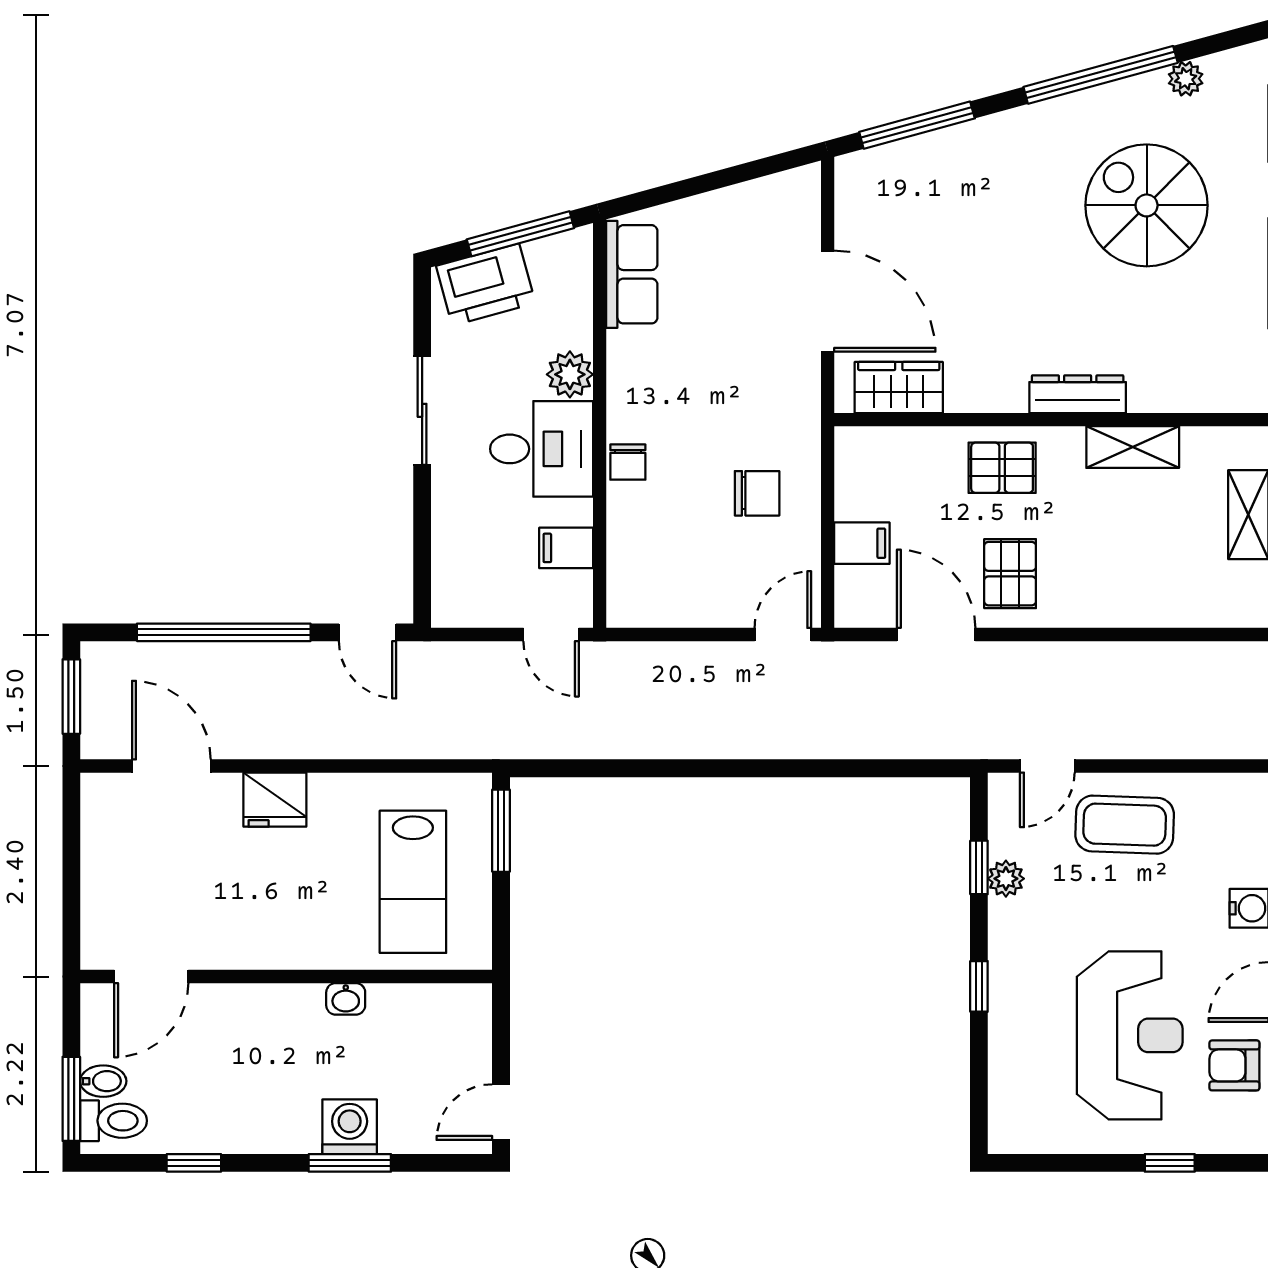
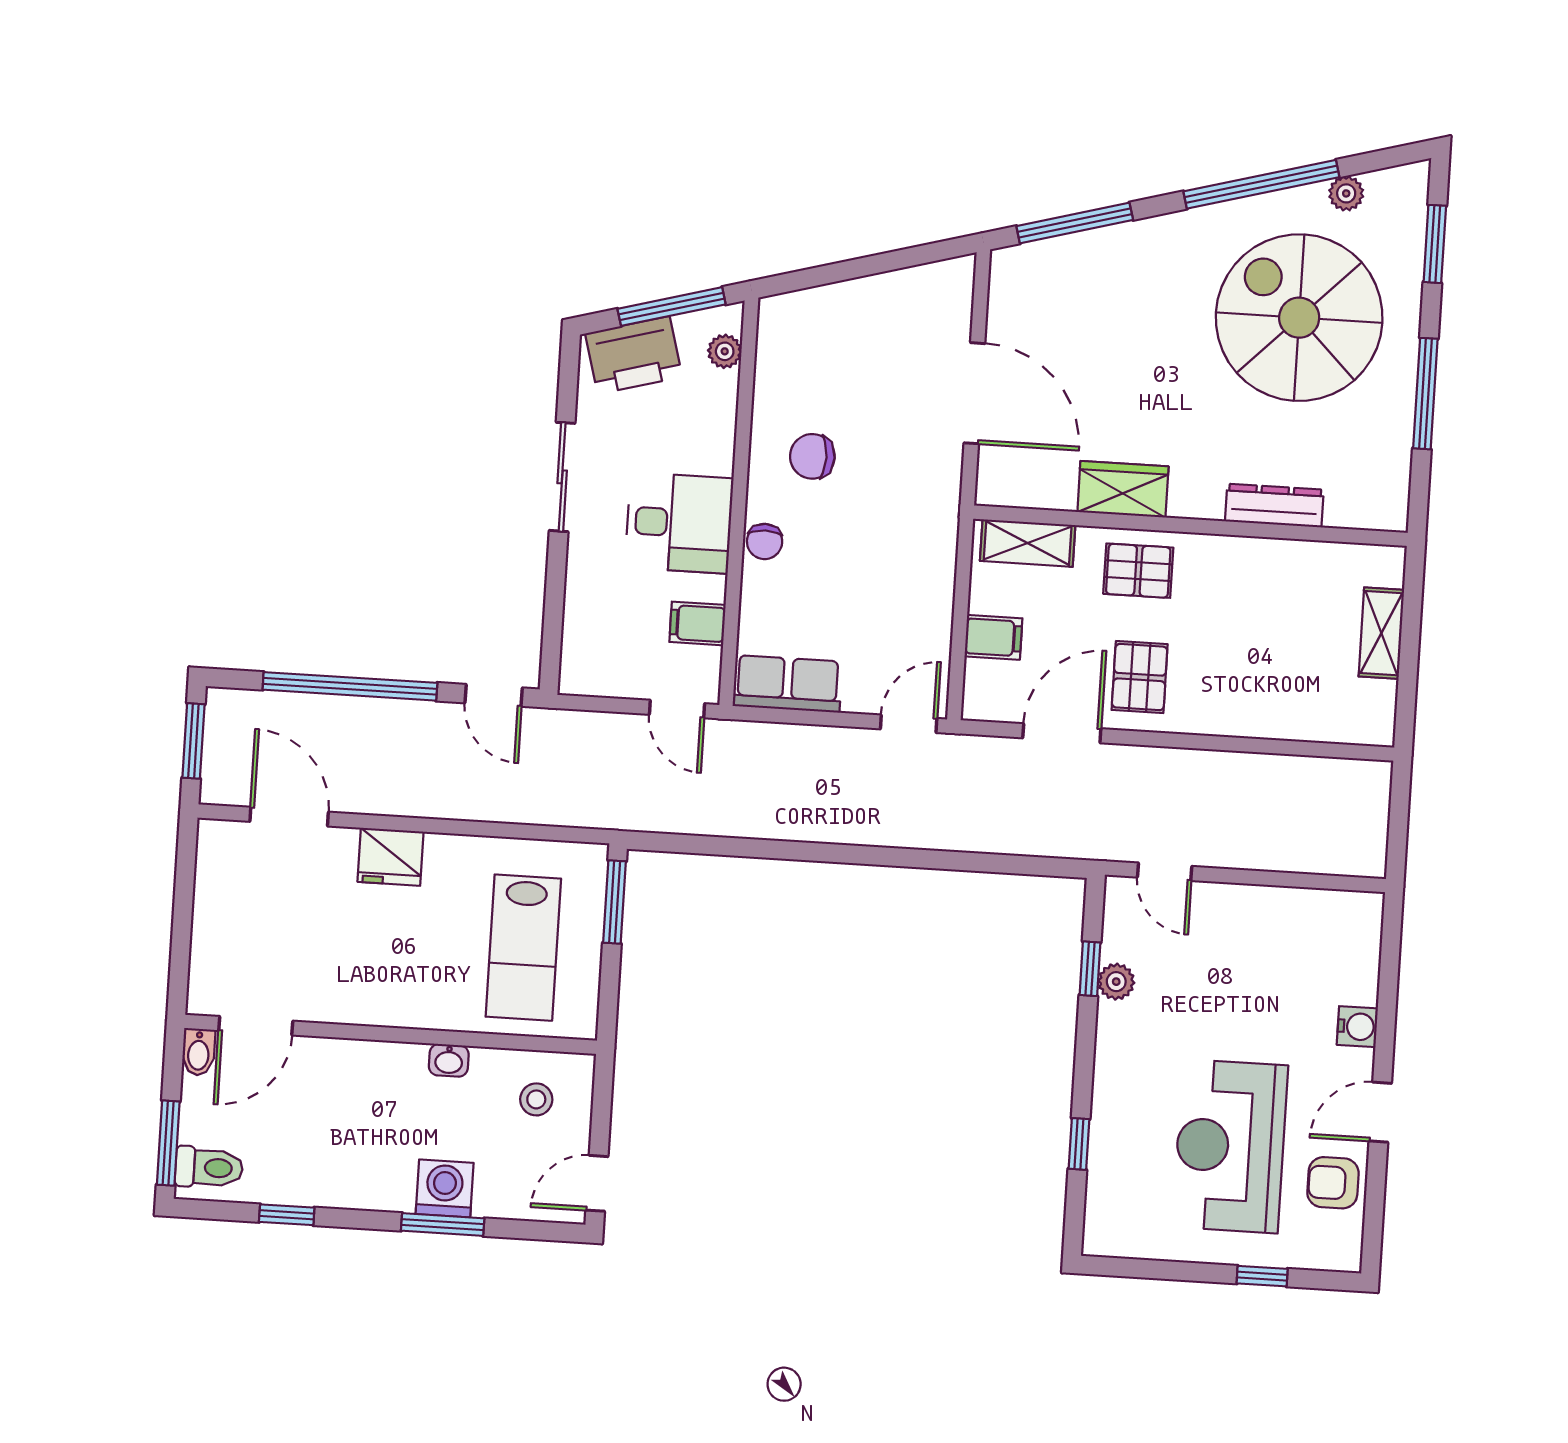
spiral stairs: (1147, 205) -> (1299, 318), width x1.37, depth x1.37
row of seats: (632, 274) -> (788, 684), moved, turned -90
plant: (570, 374) -> (725, 351), moved, width x0.73, depth x0.73
wardrobe: (899, 388) -> (1123, 489), moved
dresser: (1078, 394) -> (1274, 505), moved
shelving: (1133, 447) -> (1028, 543), moved
chair: (757, 493) -> (812, 456), moved, turned 180
door: (936, 635) -> (1062, 733), hinge flipped
door: (1047, 766) -> (1165, 872), hinge flipped
coffee table: (1125, 825) -> (1238, 935), removed
window: (979, 986) -> (1079, 1144), moved
stool: (435, 1032) -> (536, 1099), added
reception desk: (1130, 1035) -> (1230, 1146), turned 180
bidet: (103, 1081) -> (199, 1052), moved, turned 90

